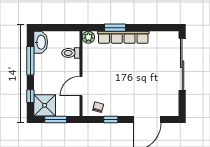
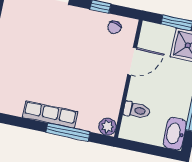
window: (115, 28) -> (68, 132), width x1.44
row of seats: (123, 37) -> (50, 115), width x0.73

